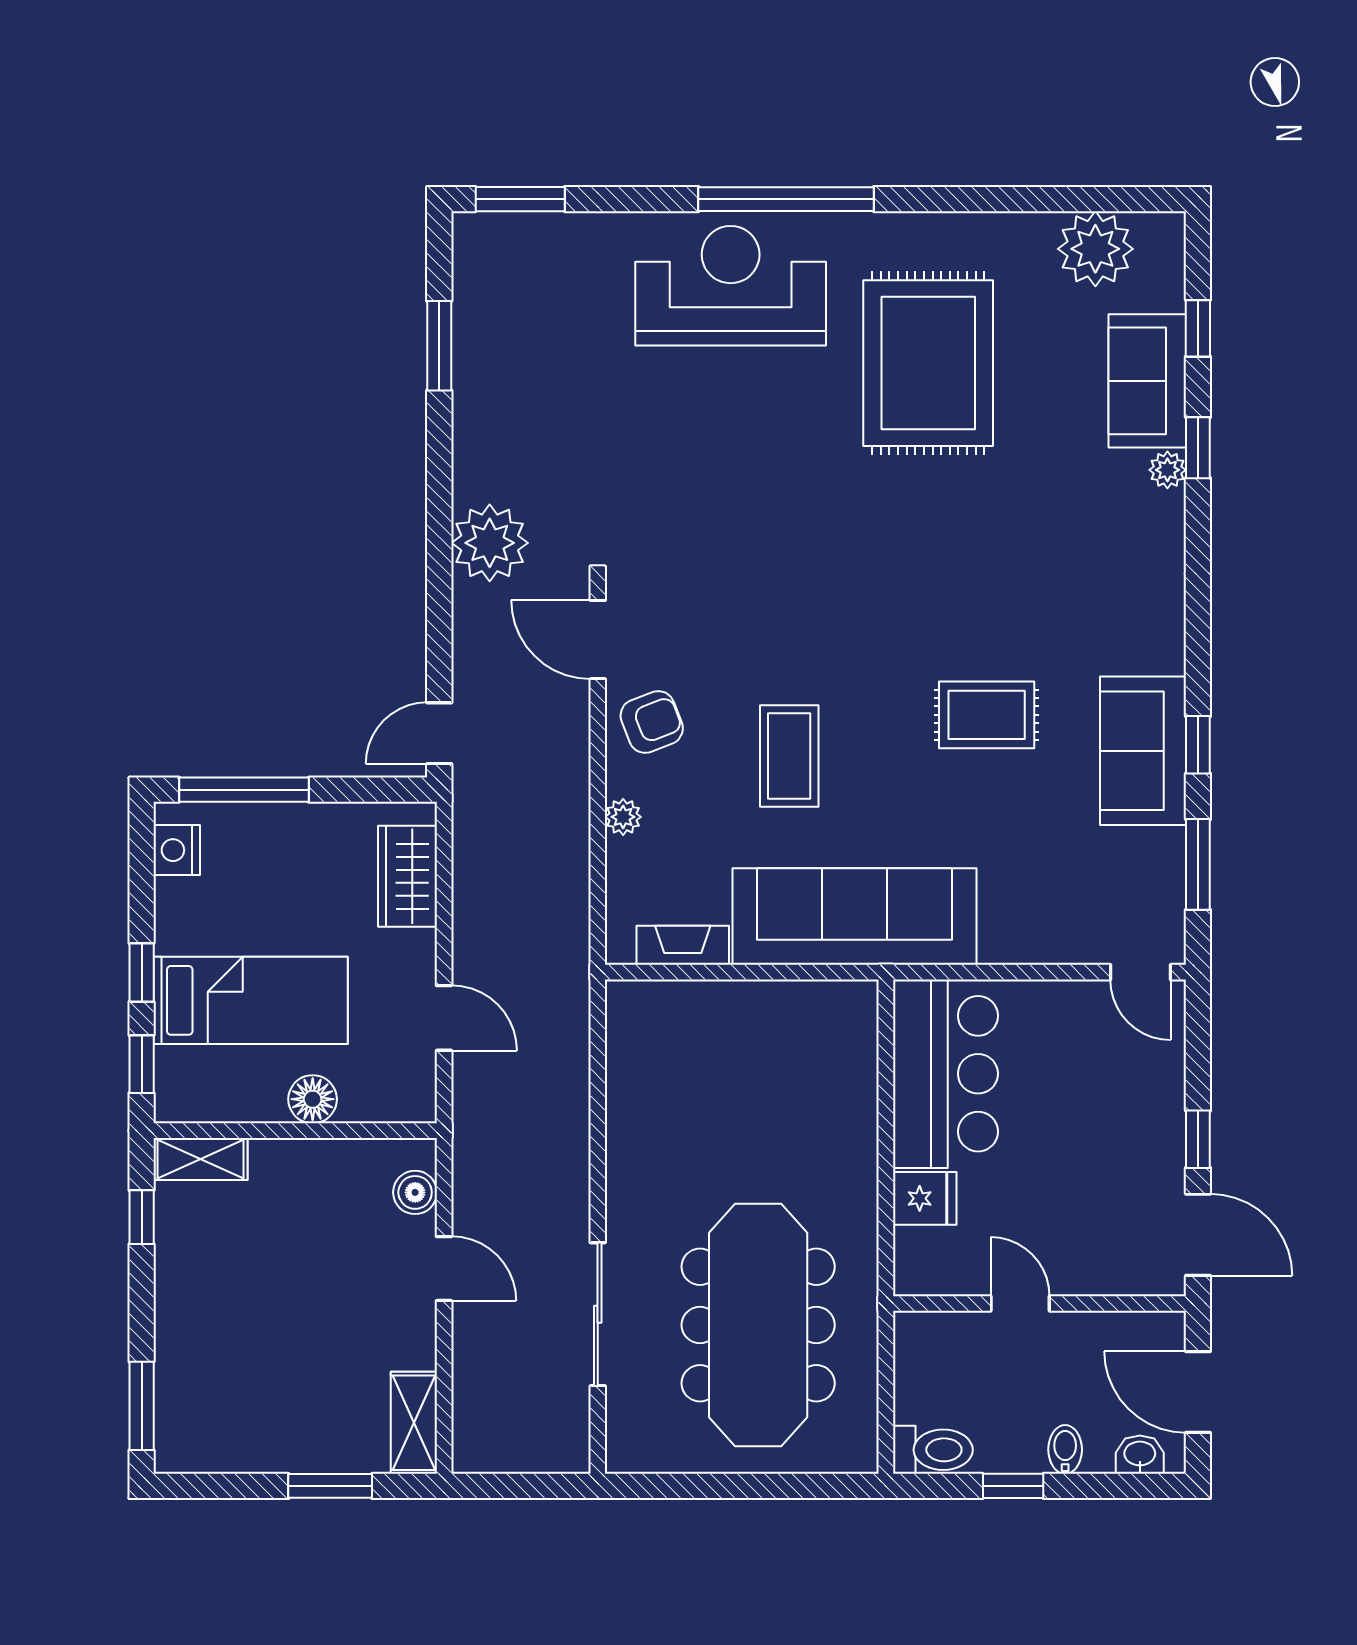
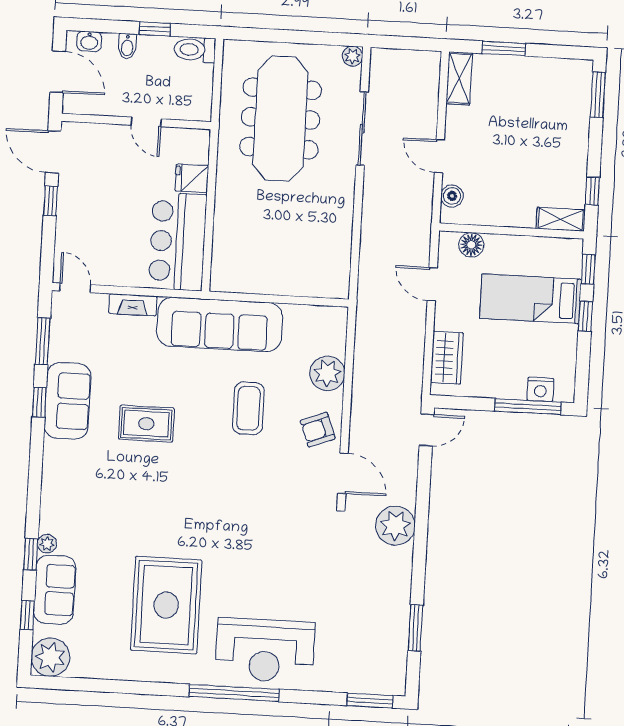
plant: (1095, 249) -> (50, 657), moved
plant: (623, 817) -> (327, 373), width x1.88, depth x1.88
nightstand: (177, 850) -> (540, 389), moved, turned 90
fireplace: (683, 945) -> (133, 305), moved
floor lamp: (313, 1099) -> (471, 245), moved
plant: (624, 1454) -> (352, 56), added

